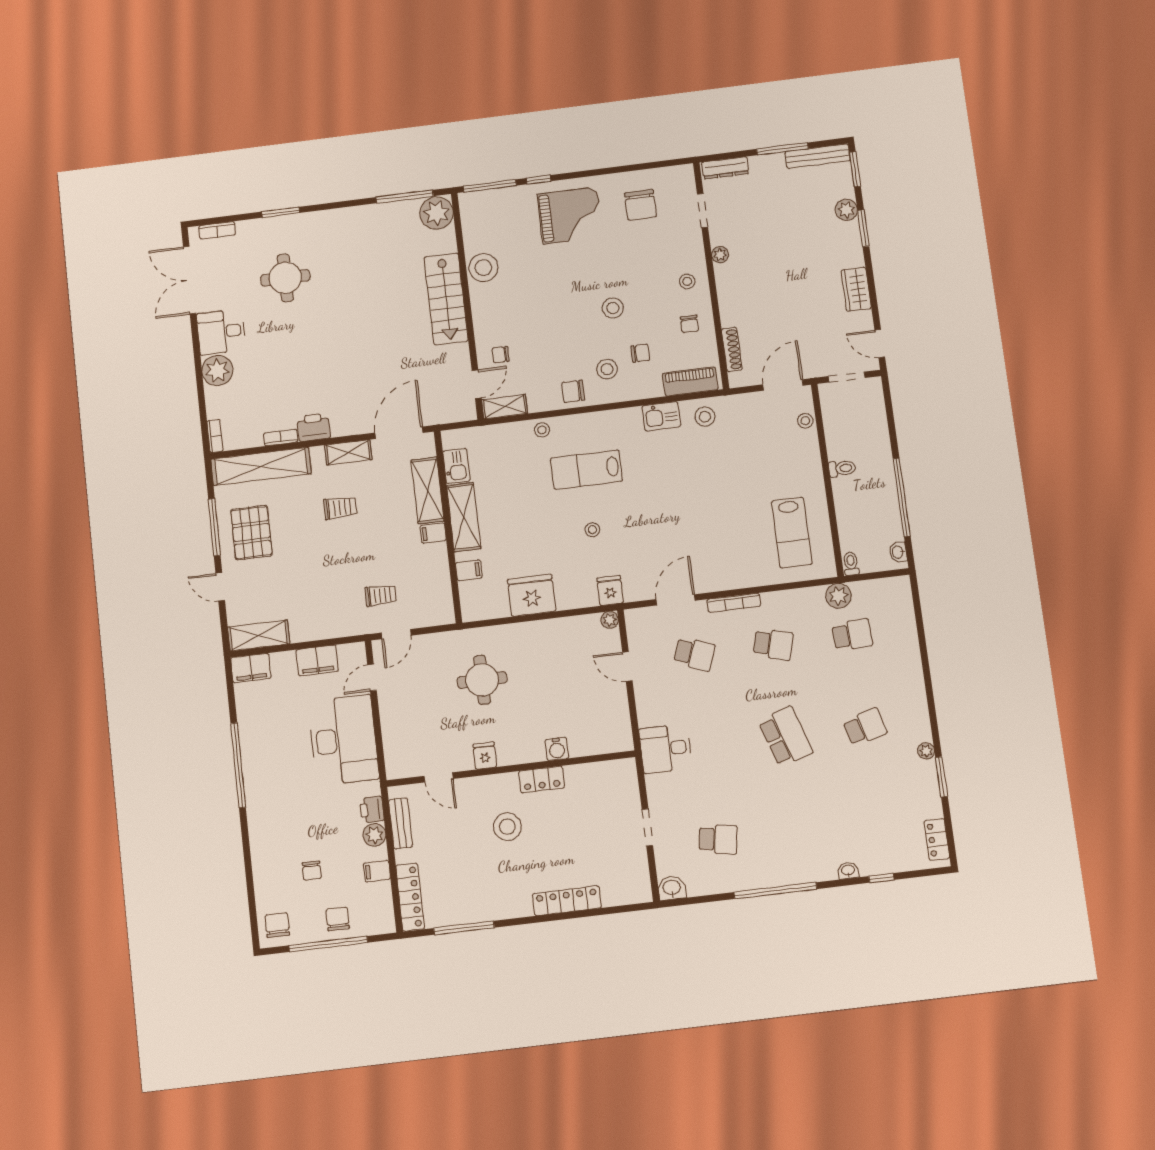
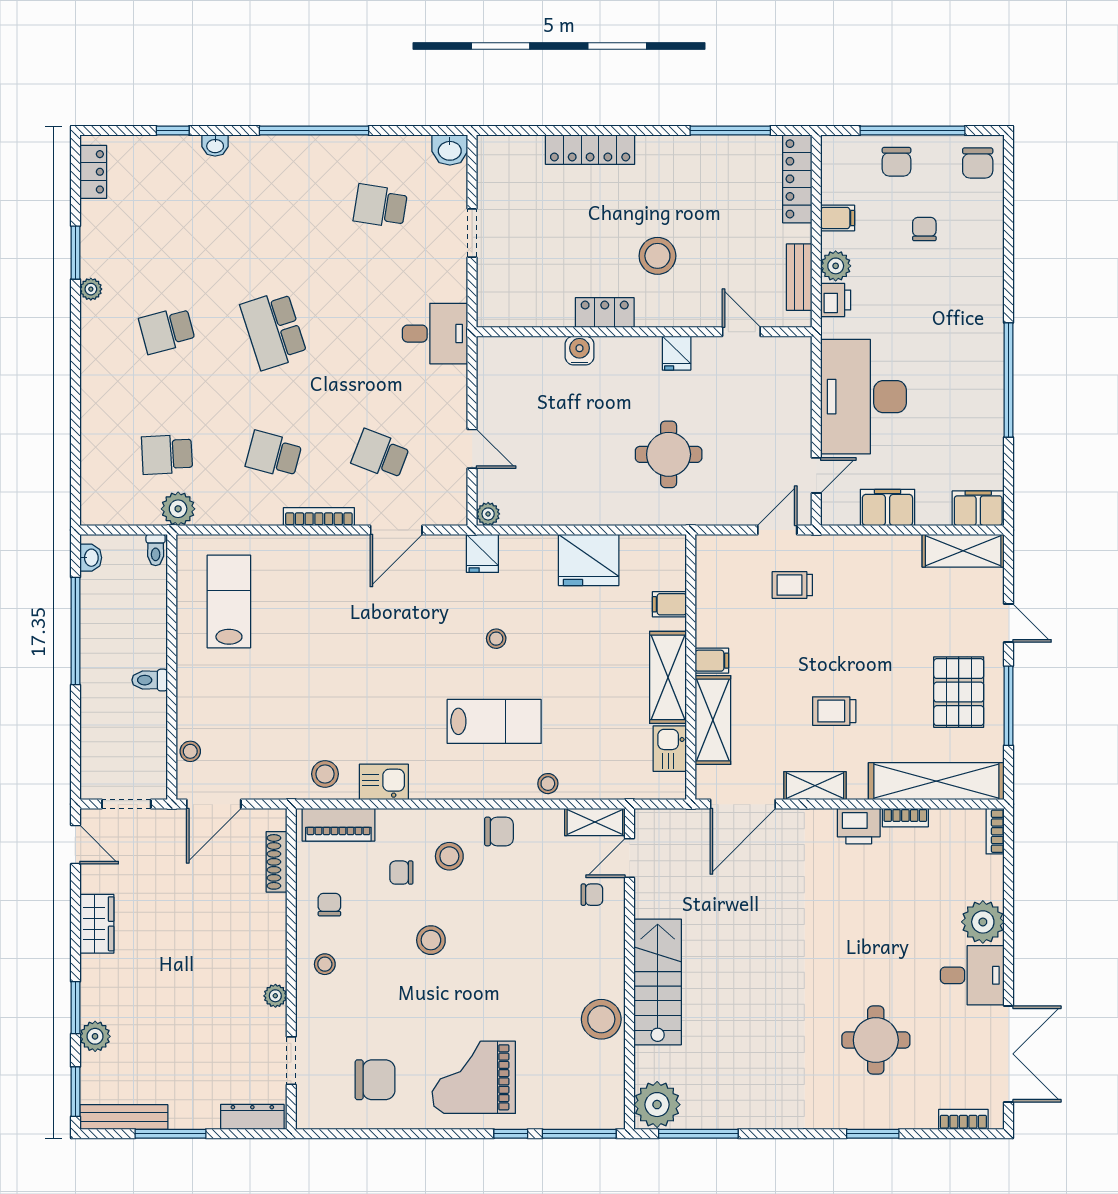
chair: (641, 205) -> (375, 1080), turned 90

